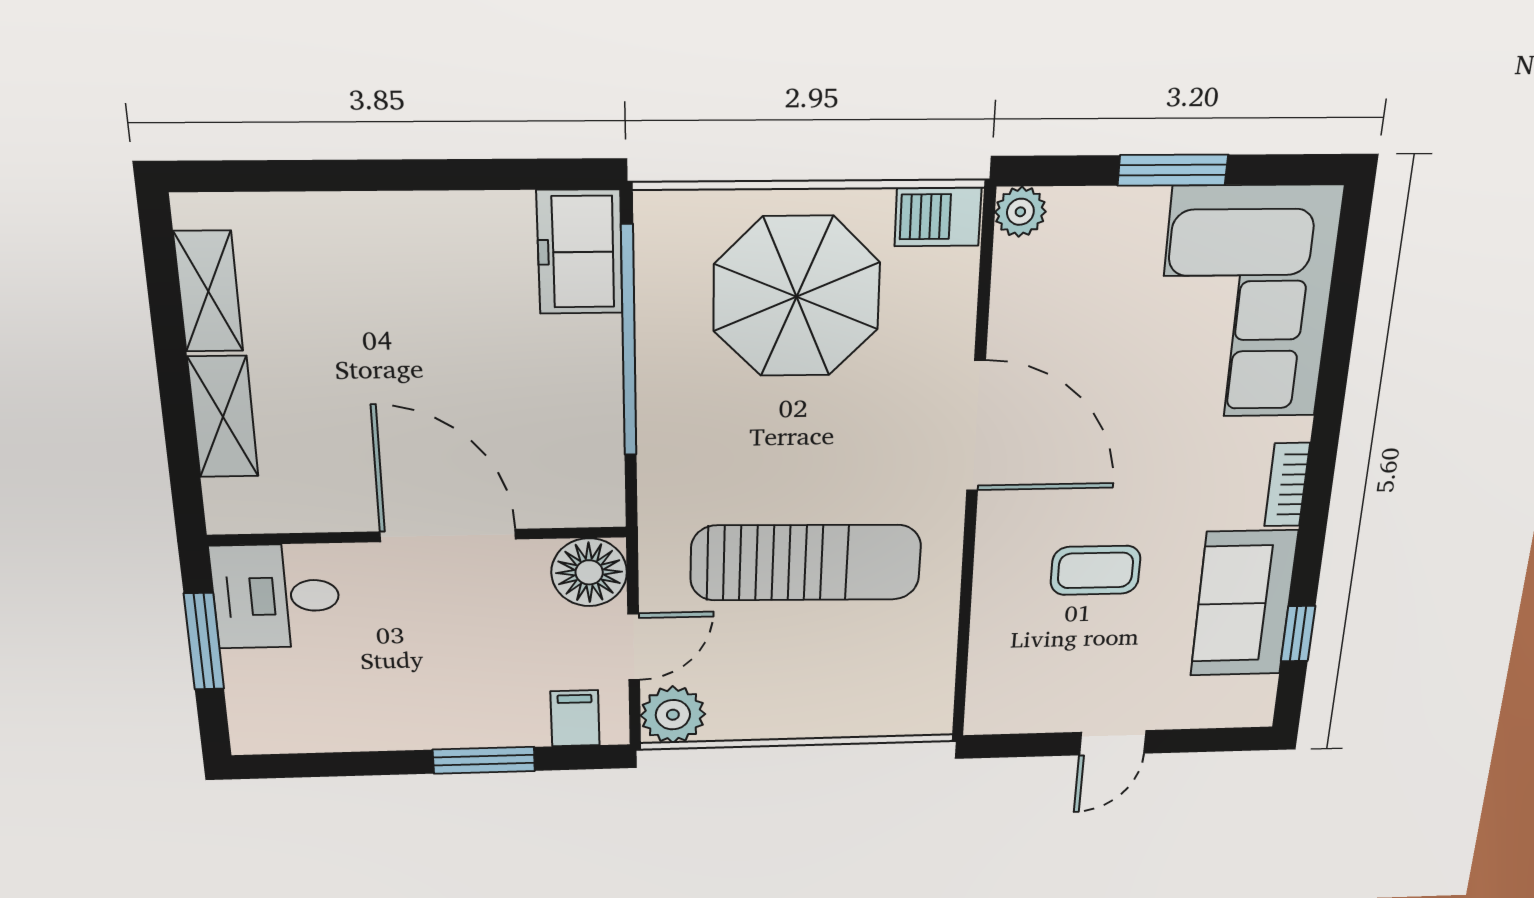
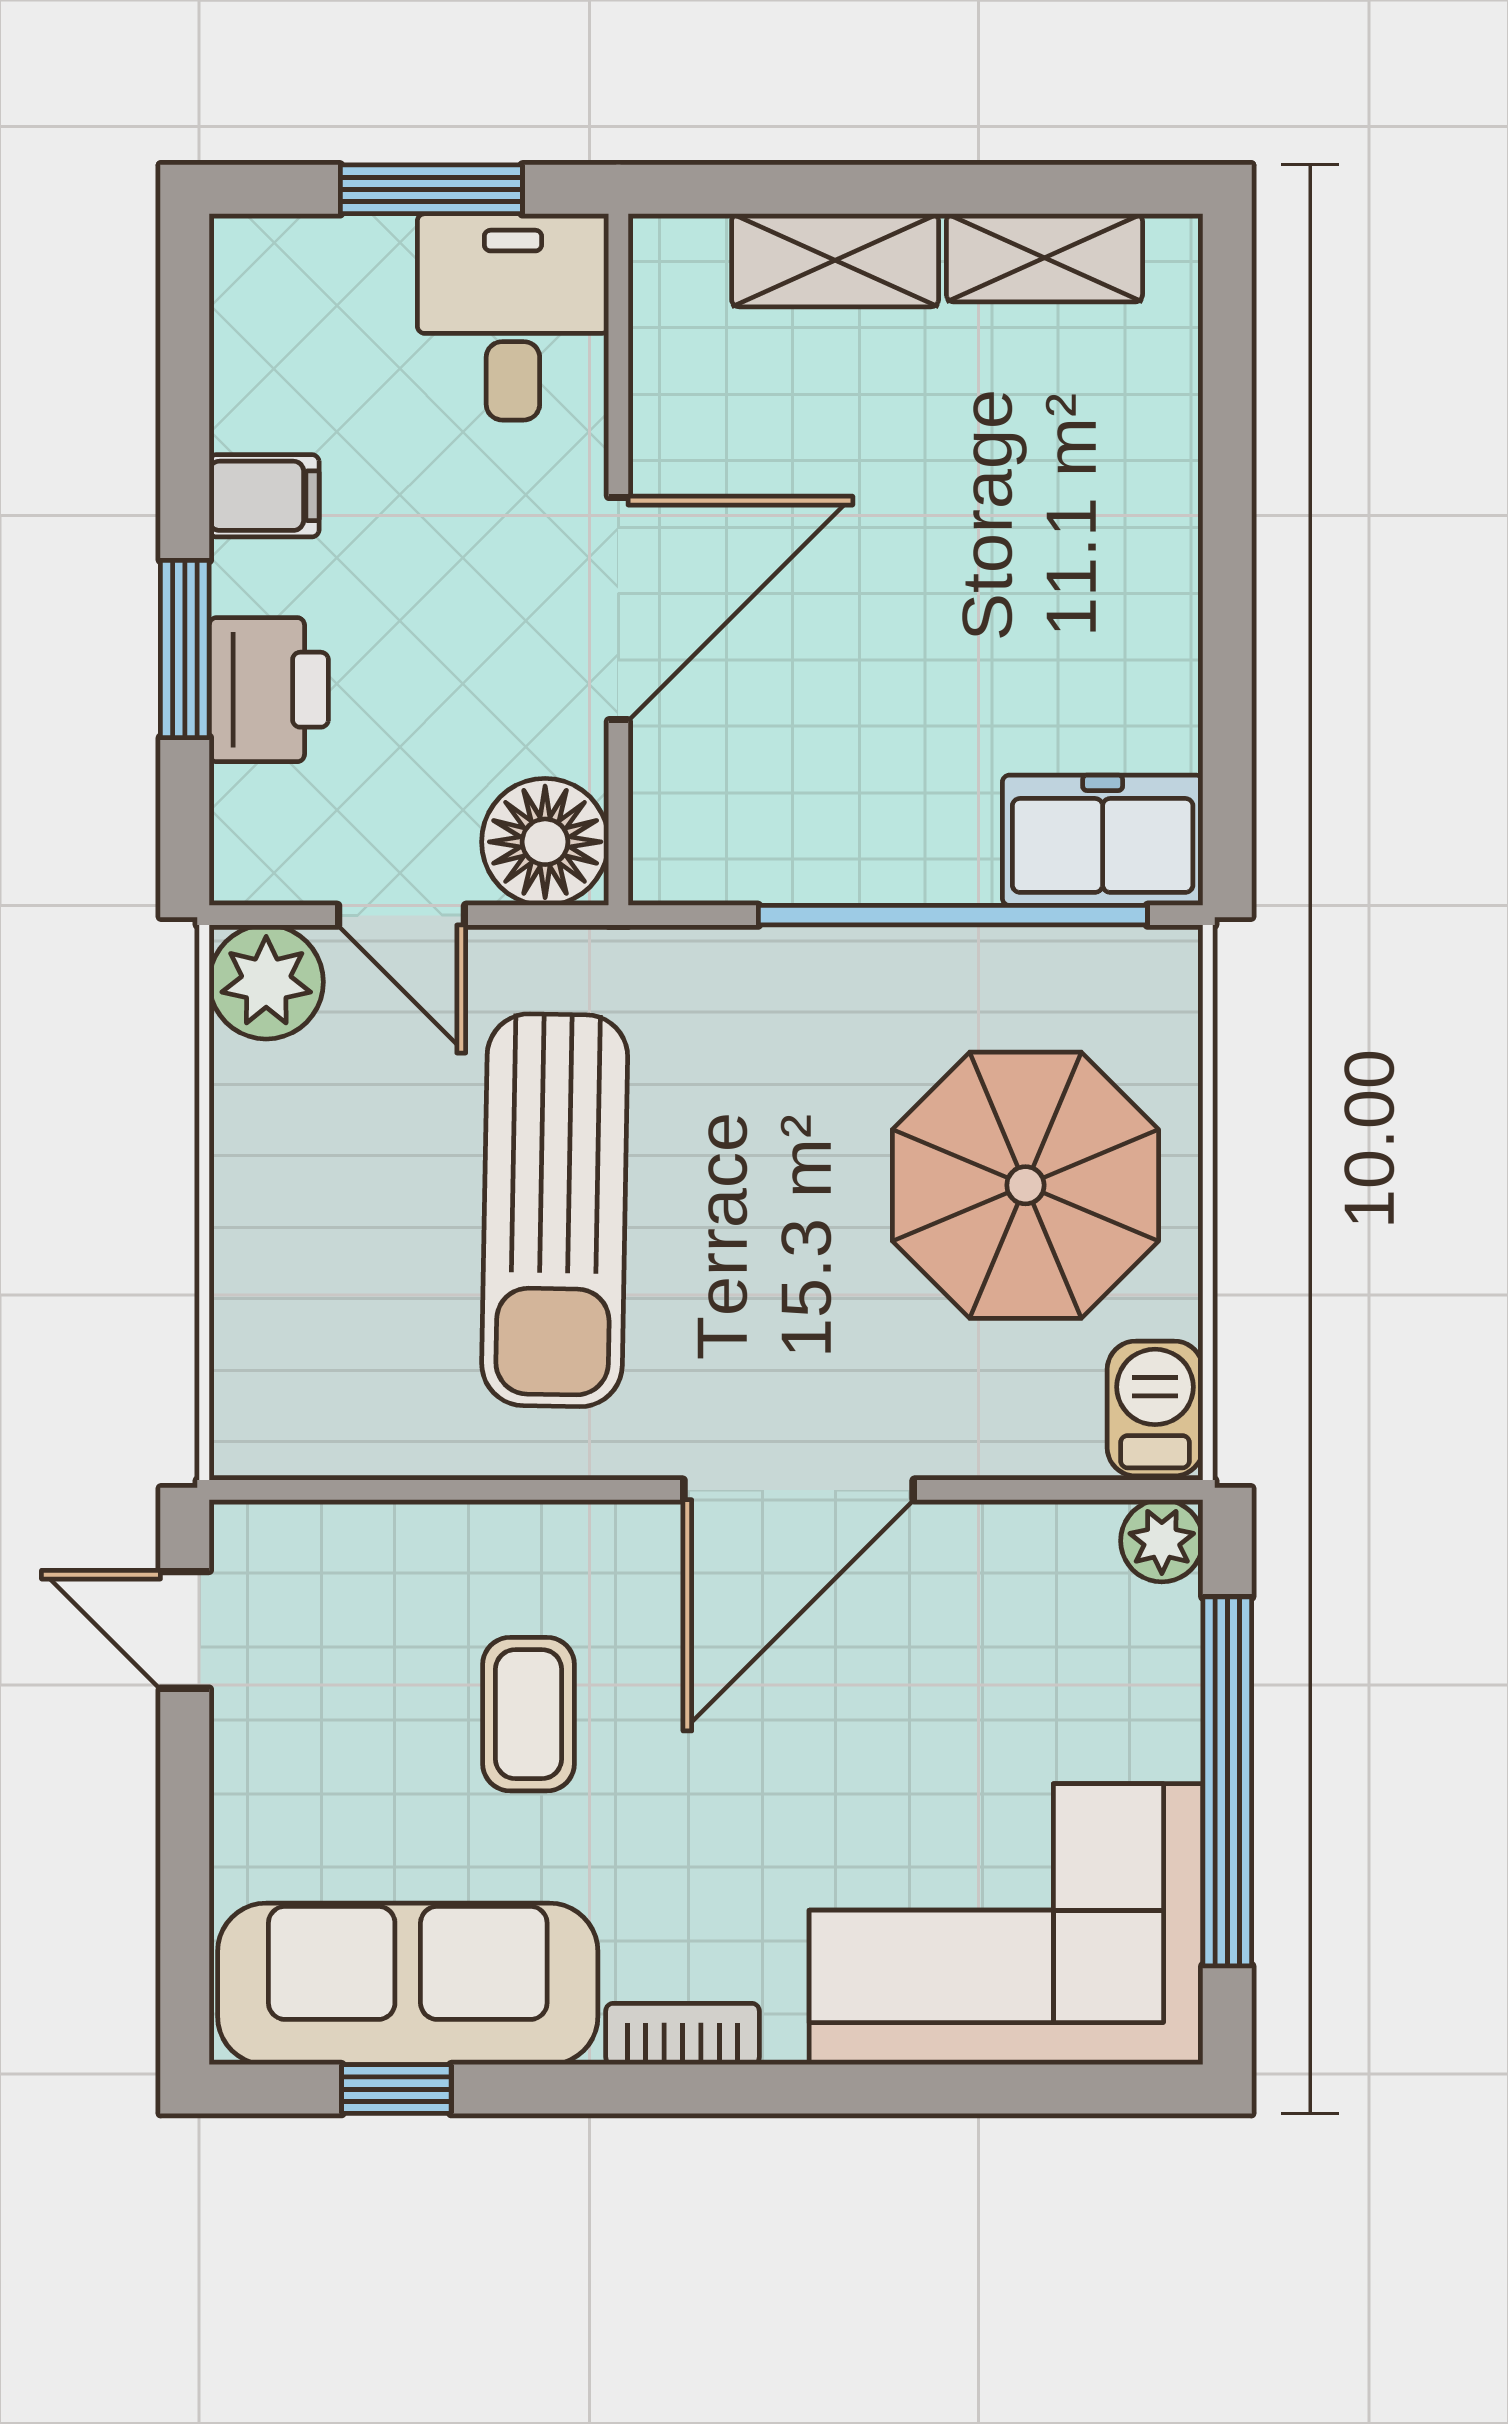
window: (1173, 170) -> (1227, 1781), width x2.11
sofa: (1244, 604) -> (408, 1984), width x1.36
printer: (505, 718) -> (269, 690), added
filing cabinet: (575, 718) -> (264, 496), moved
door: (1113, 743) -> (185, 1630), moved

